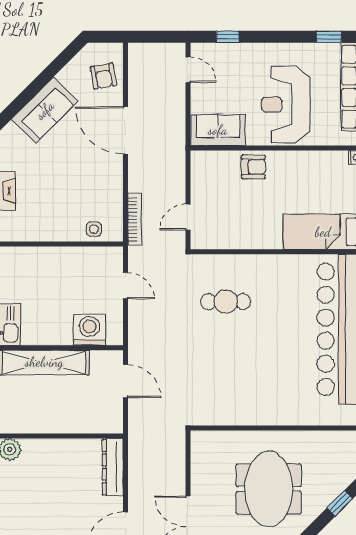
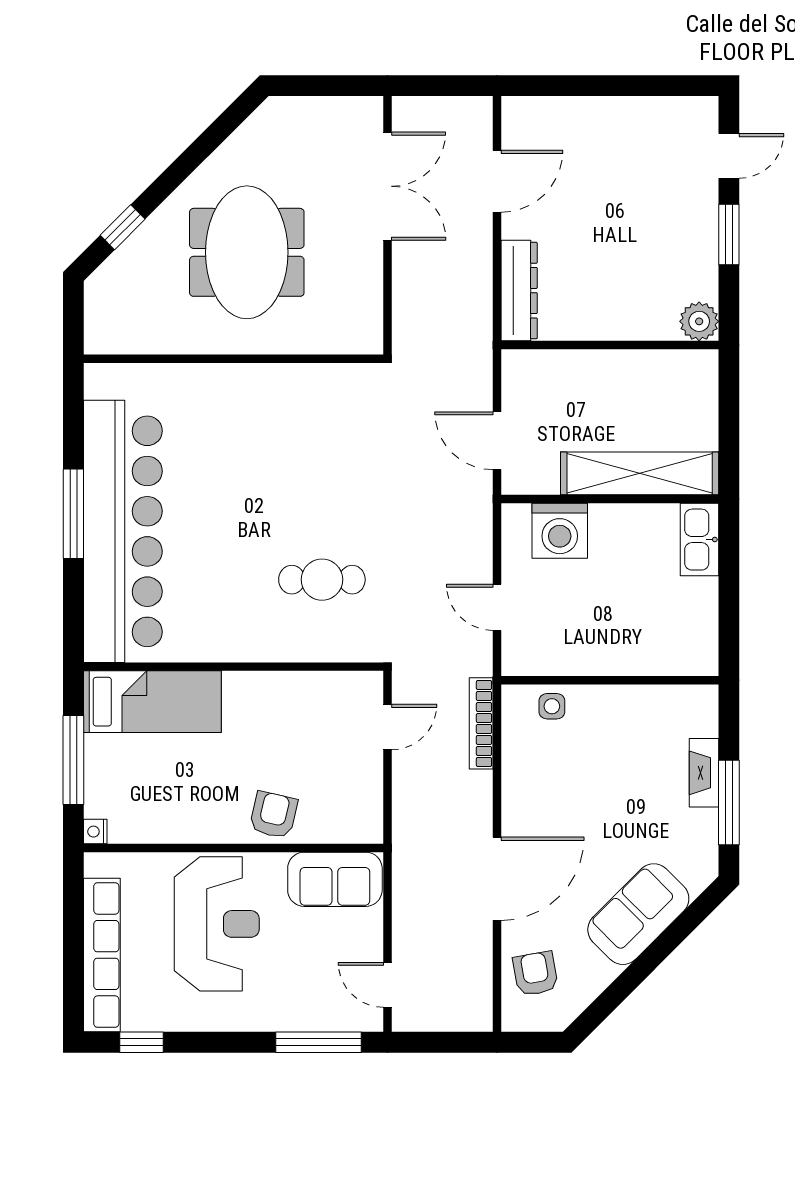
window: (228, 37) -> (319, 1042), width x2.17
door: (125, 130) -> (497, 879), hinge flipped
armchair: (253, 167) -> (273, 815), turned 103

